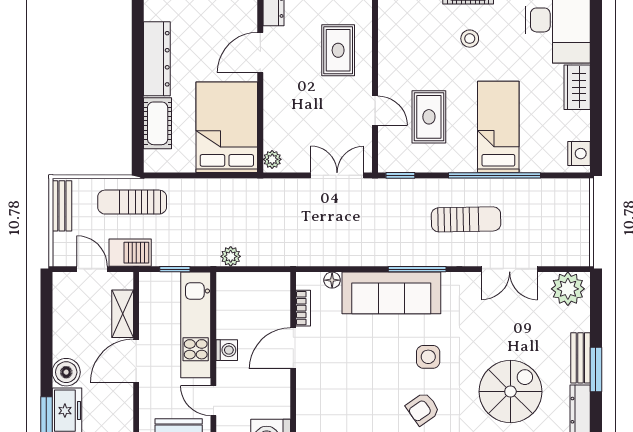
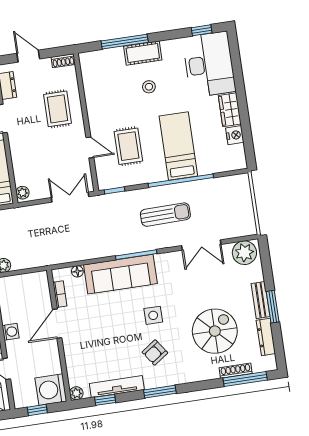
nightstand: (579, 154) -> (235, 135), moved

